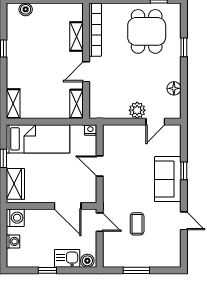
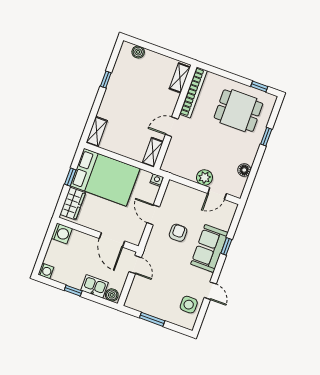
dining table: (147, 31) -> (238, 111), turned 90
shelving: (76, 36) -> (180, 78), moved
bed: (38, 139) -> (105, 177), width x1.50
armchair: (131, 175) -> (178, 233), added
coffee table: (137, 224) -> (168, 278), removed
washing machine: (13, 241) -> (46, 271), moved
side table: (167, 242) -> (189, 305), added

